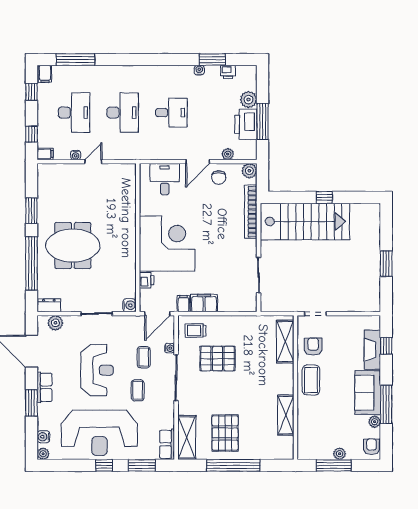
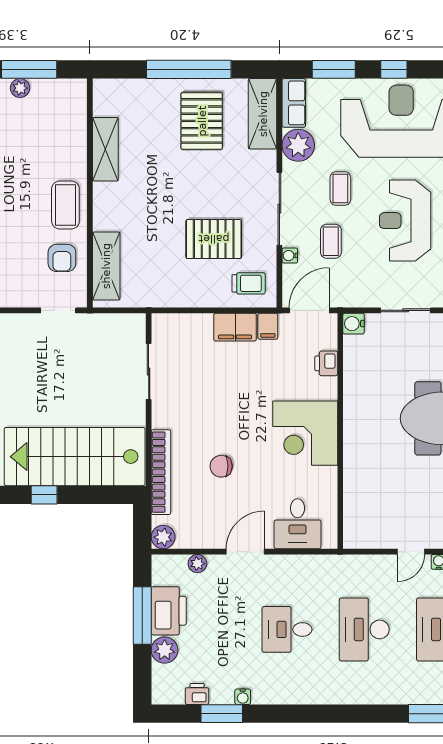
chair: (219, 177) -> (221, 466), moved, turned -90
corner desk: (167, 244) -> (305, 433), width x0.74, depth x0.74
plant: (164, 418) -> (298, 145), added

